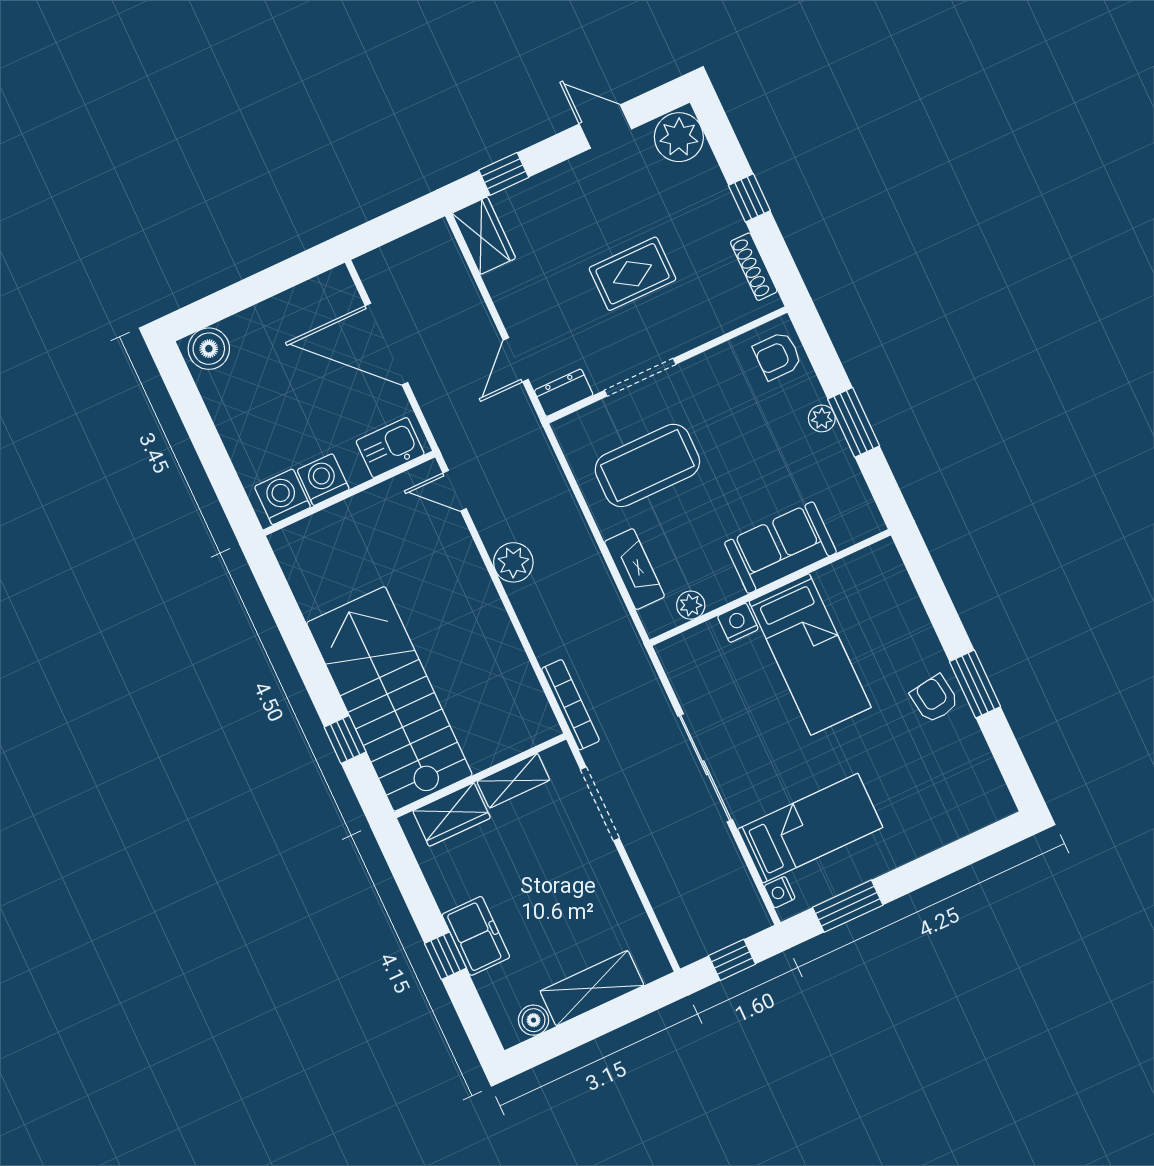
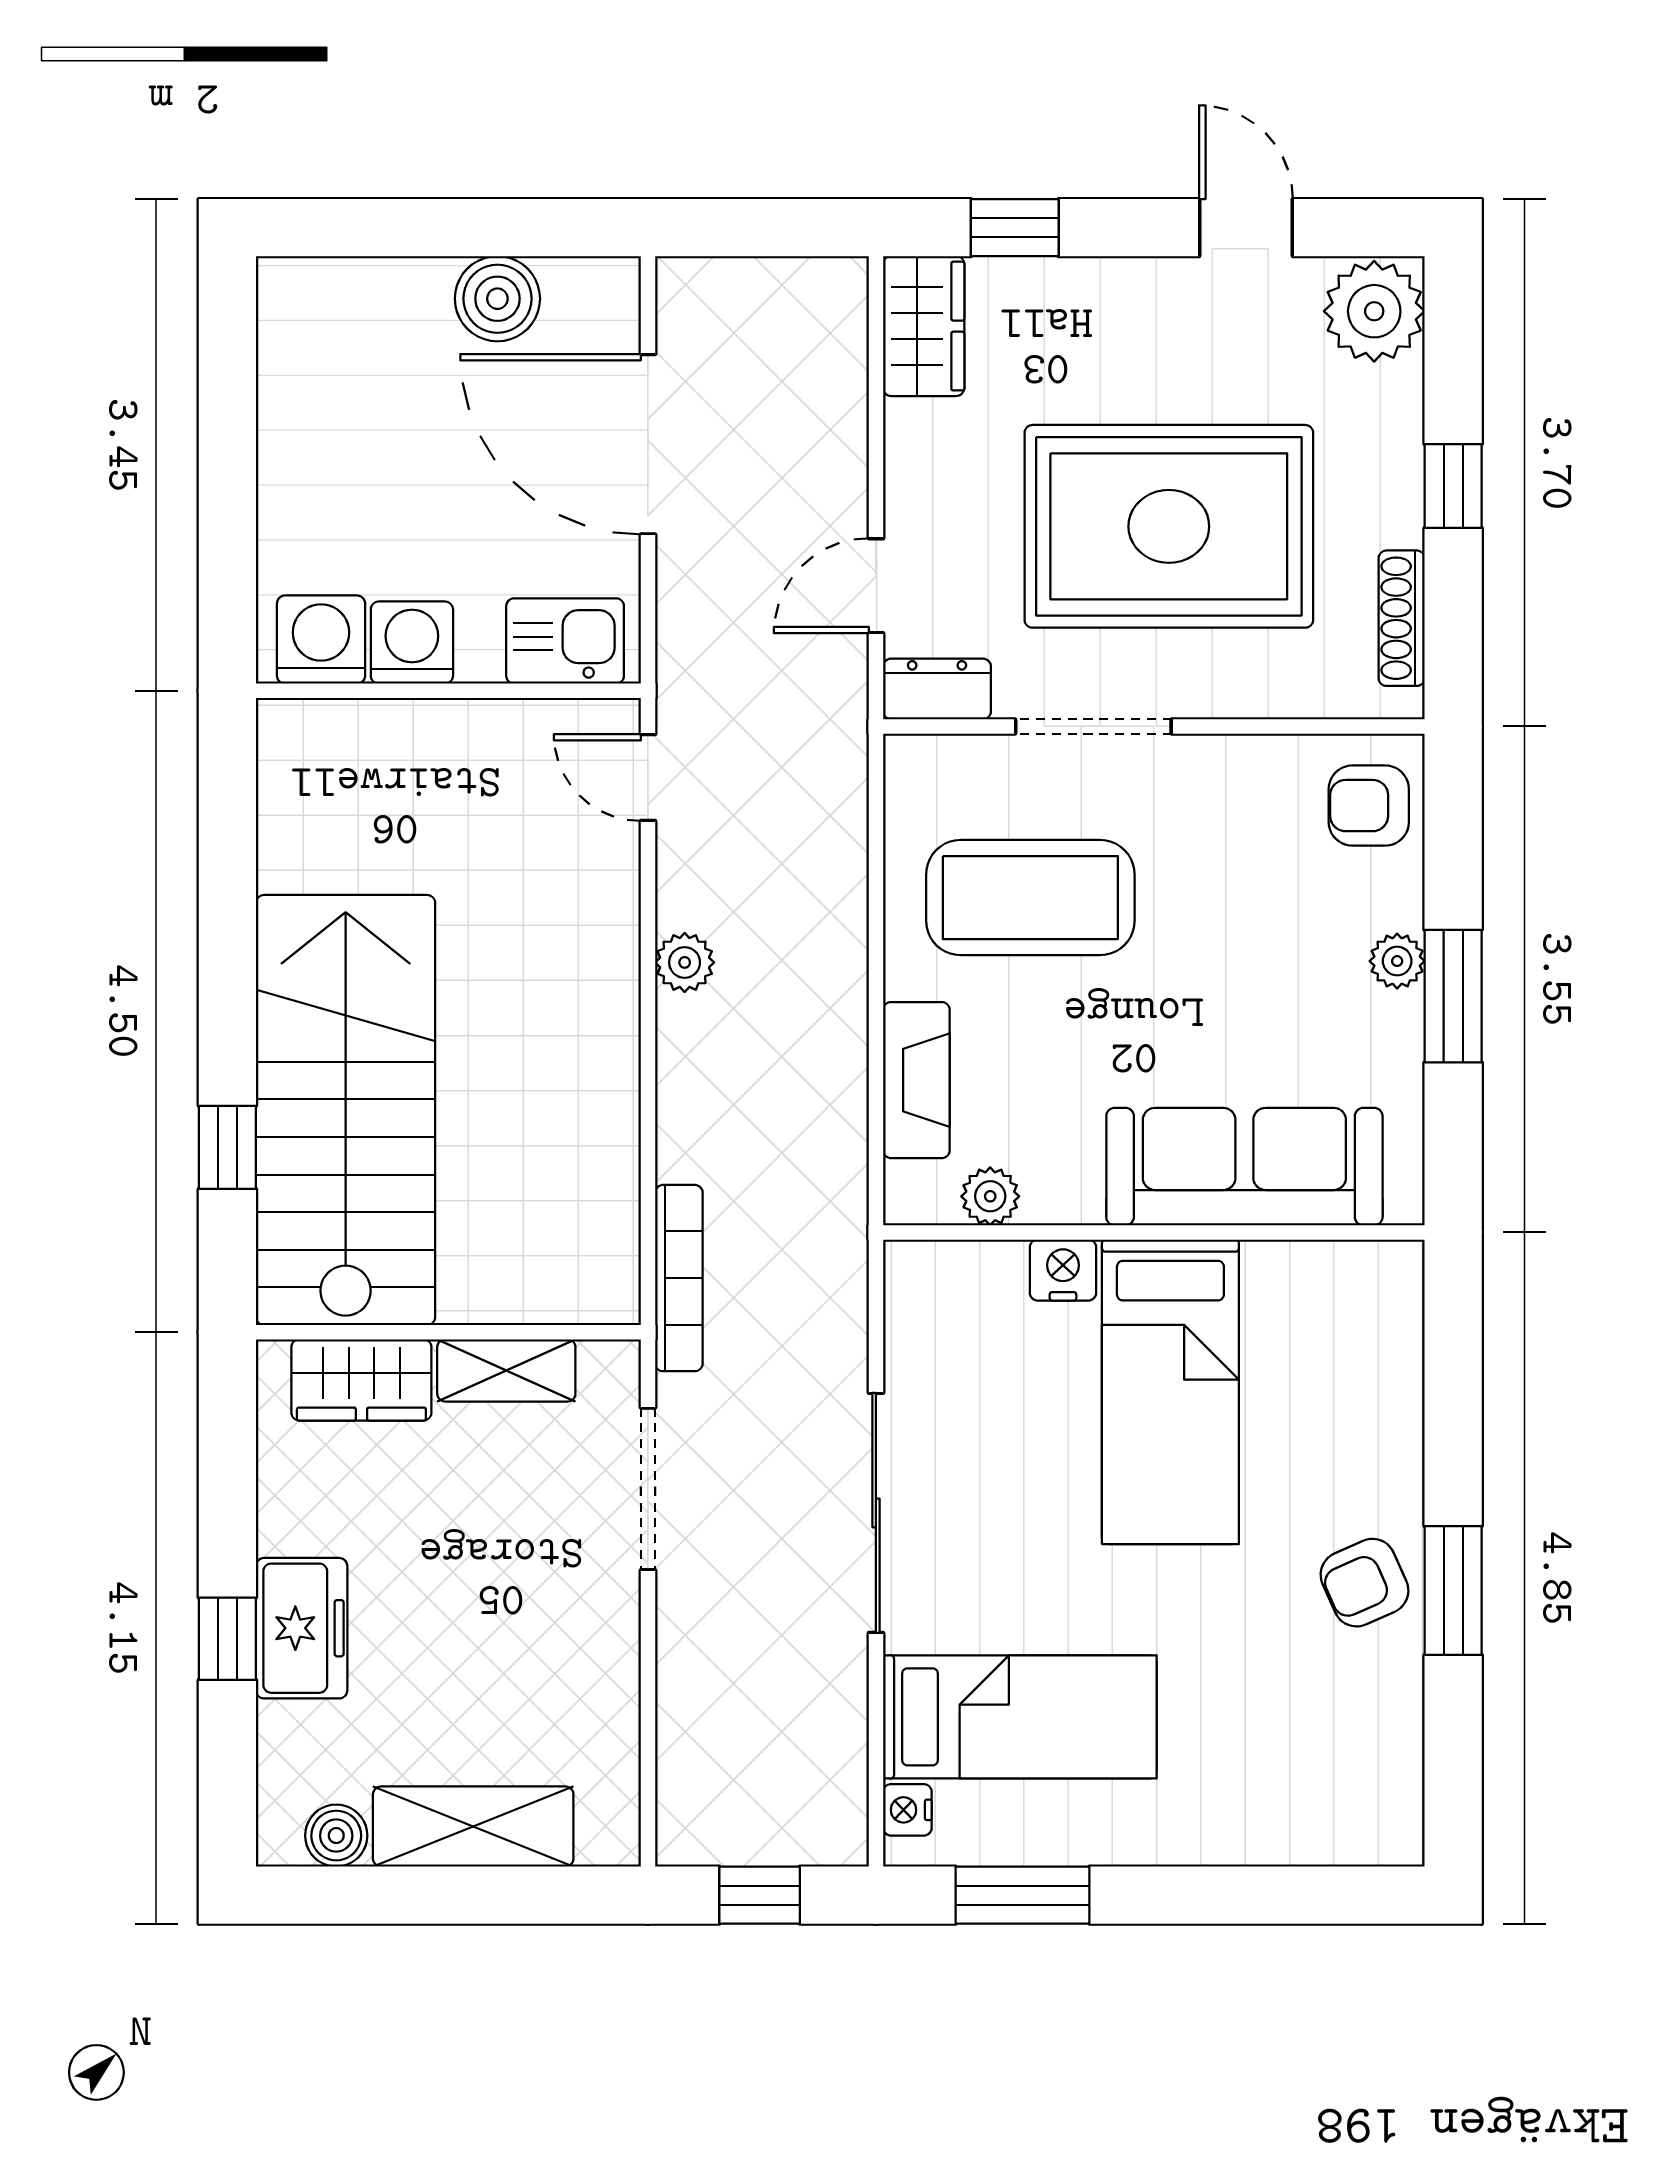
rug: (632, 274) -> (1169, 526), width x1.86, depth x2.06
boiler: (209, 349) -> (497, 299), moved
sofa: (780, 548) -> (1244, 1167), width x1.36
plant: (513, 562) -> (685, 962), width x0.73, depth x0.73
armchair: (934, 699) -> (1365, 1583), turned -106

